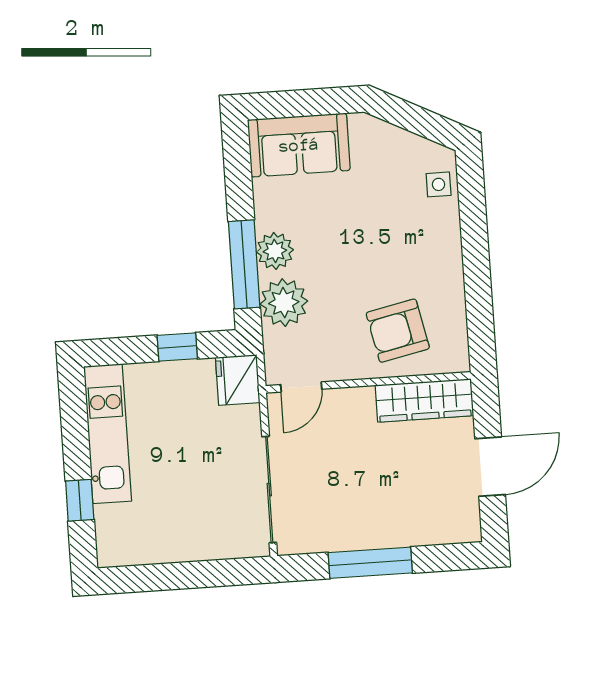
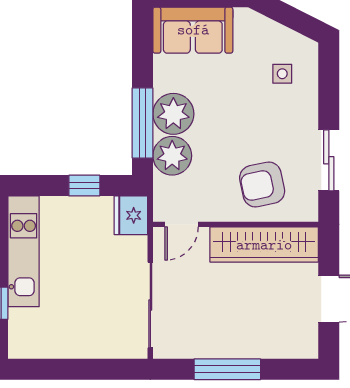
side table: (439, 184) -> (282, 74), moved
plant: (275, 251) -> (173, 114), width x1.36, depth x1.36
sliding door: (478, 295) -> (329, 160), added
wardrobe: (424, 400) -> (264, 245), width x1.40, depth x1.17

